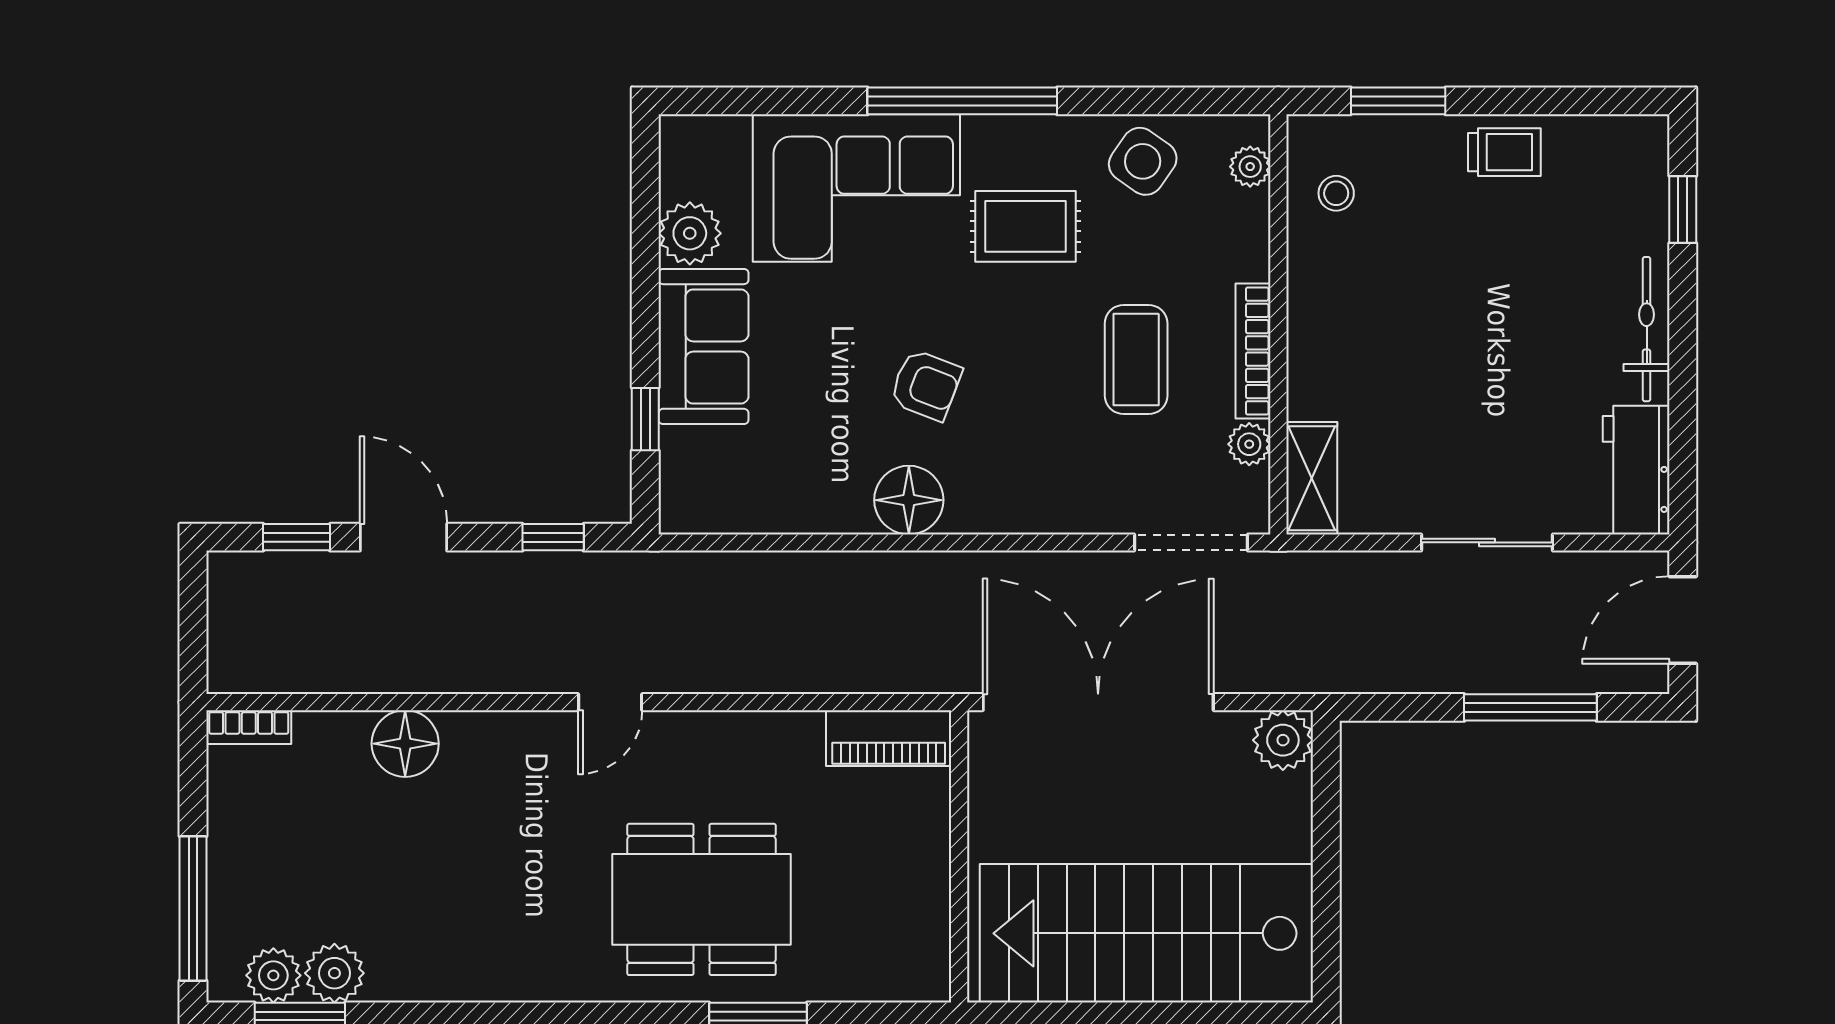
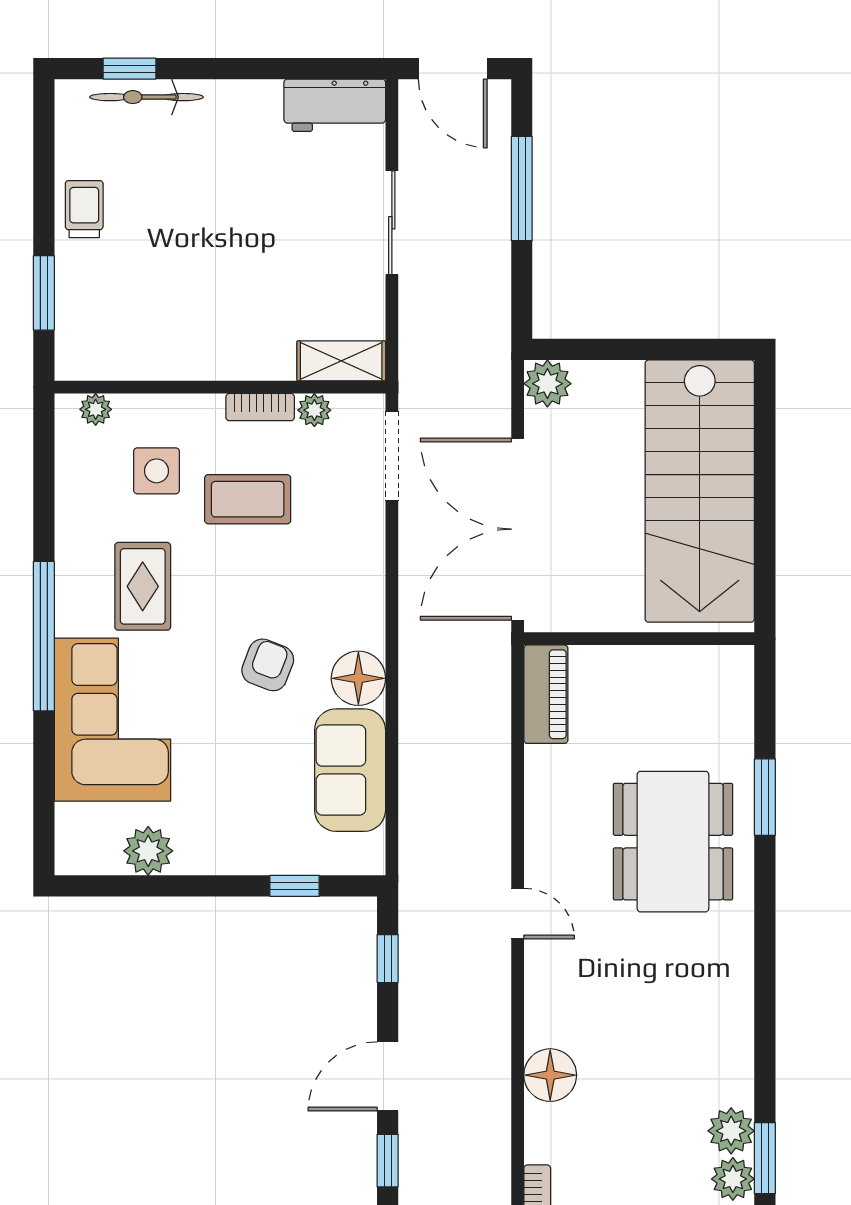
side table: (1143, 161) -> (157, 471), moved, turned -35
stool: (1336, 193) -> (117, 342), removed
bicycle: (1647, 329) -> (146, 97), moved
sofa: (703, 346) -> (350, 770), moved, turned -90
bookcase: (1253, 351) -> (260, 407), width x0.64

